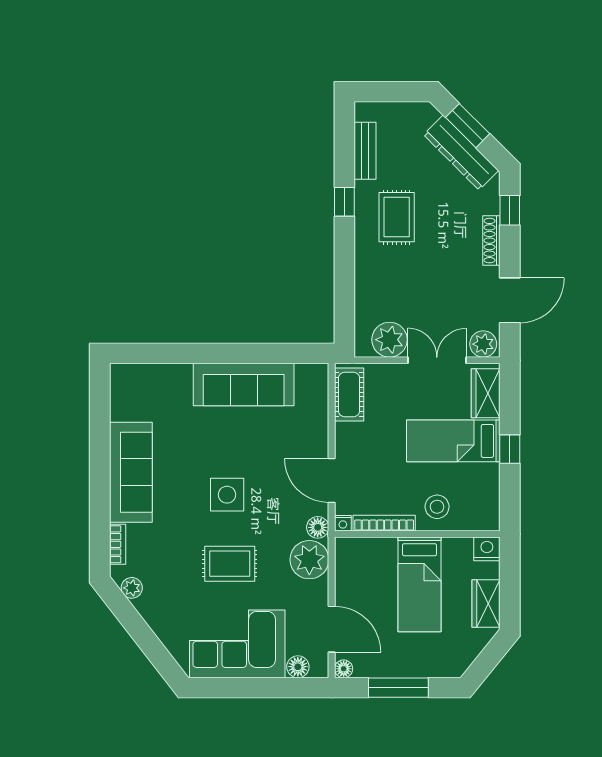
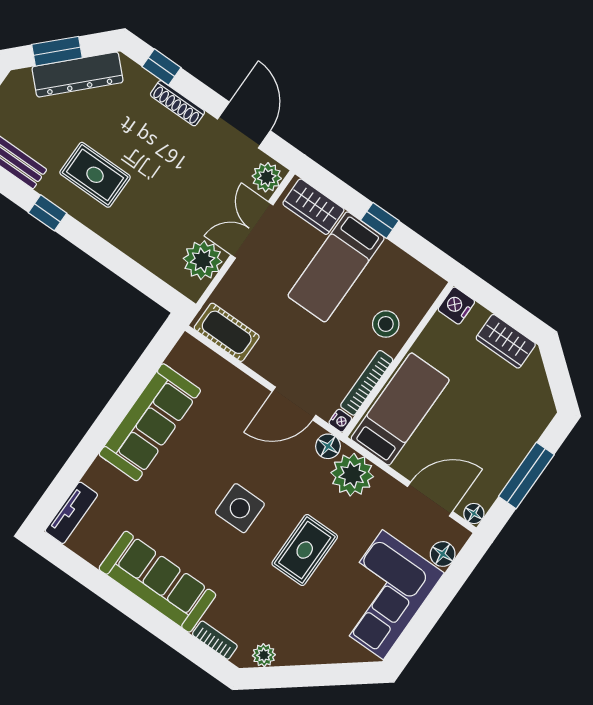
tv unit: (137, 374) -> (71, 513), added
bed: (420, 584) -> (400, 409), moved, turned -90

